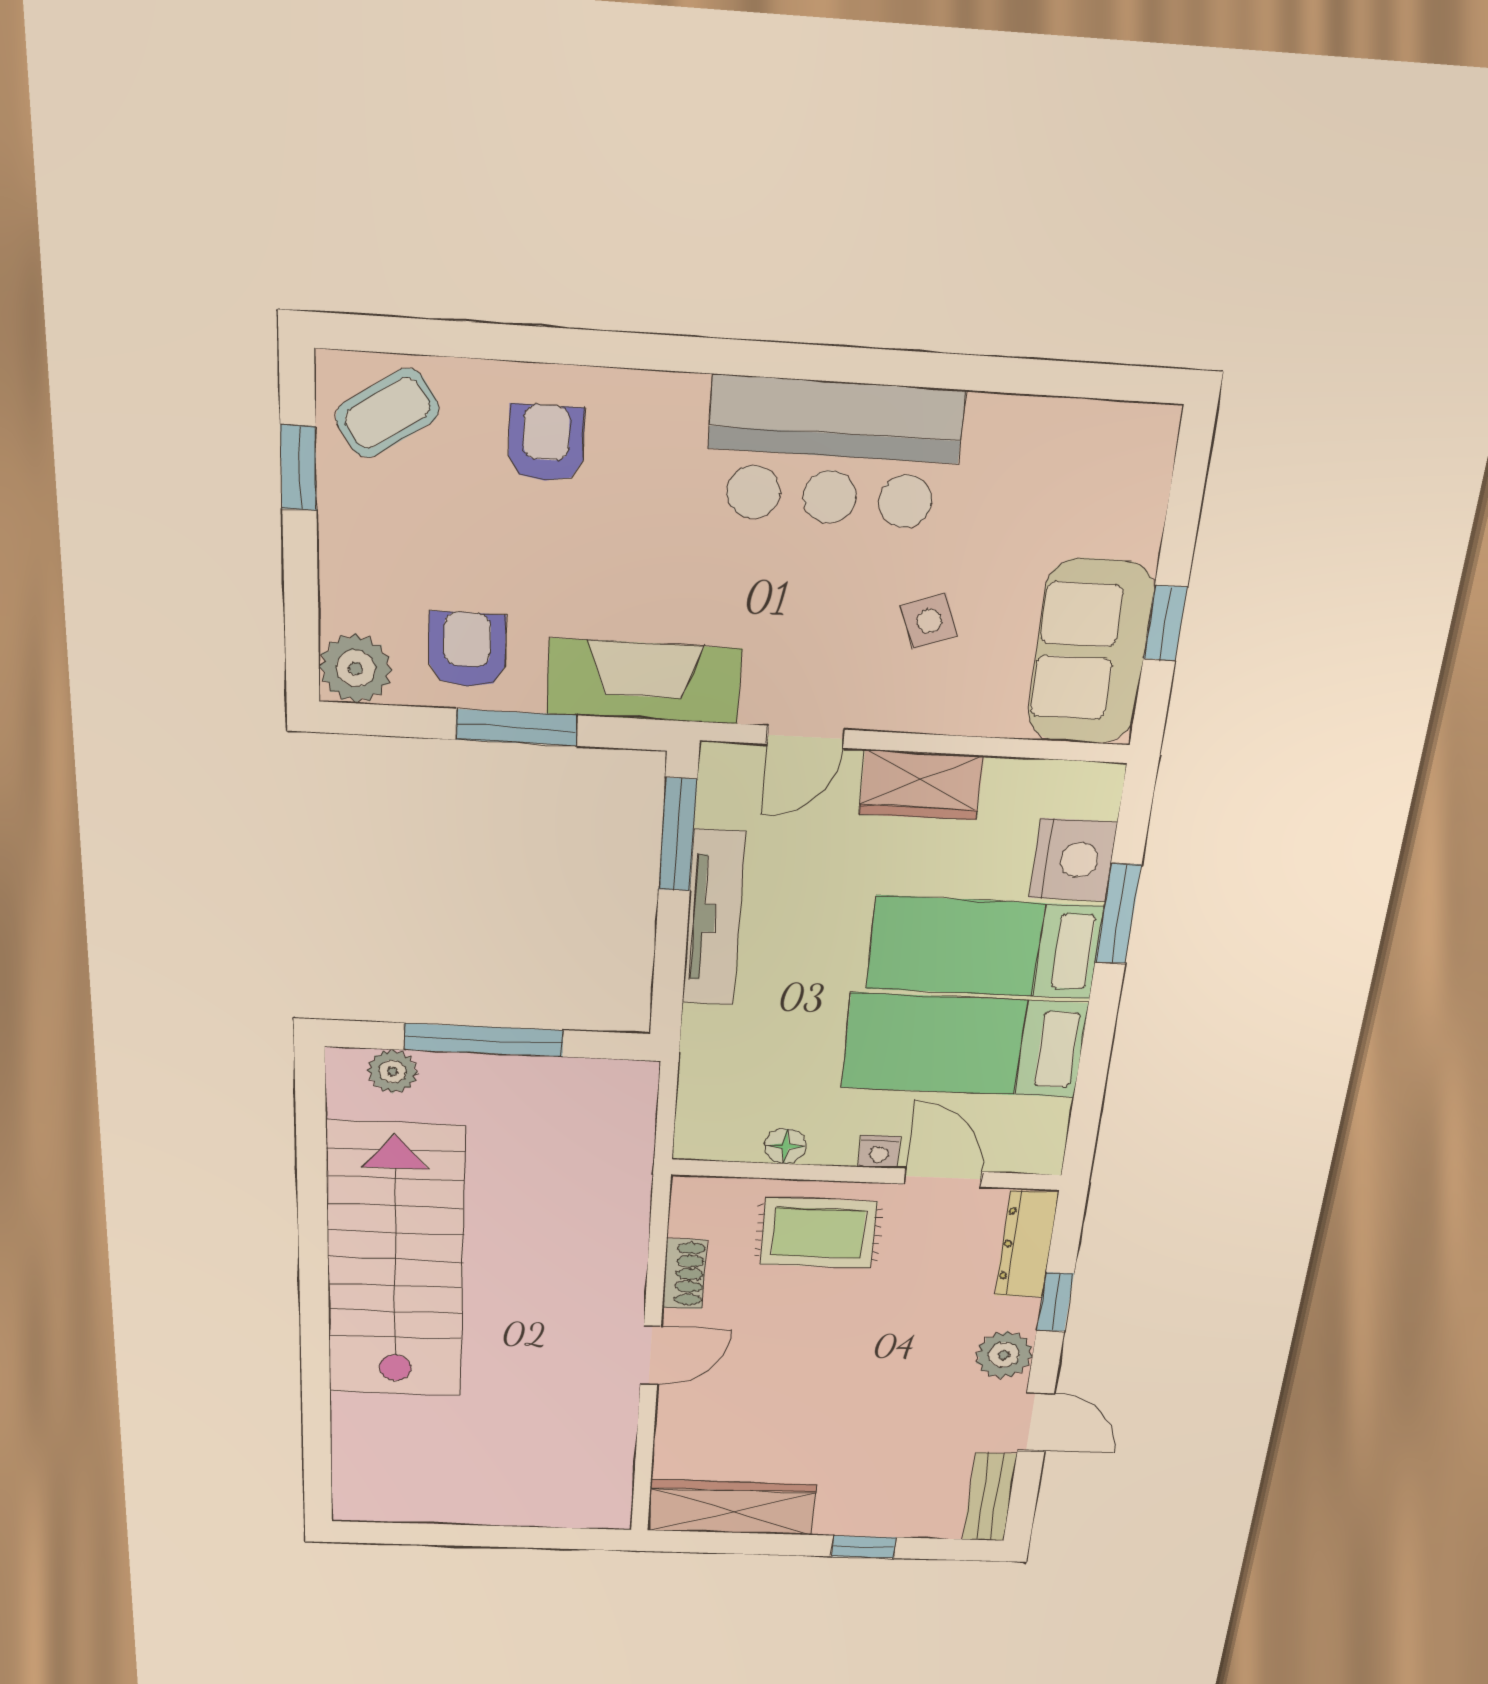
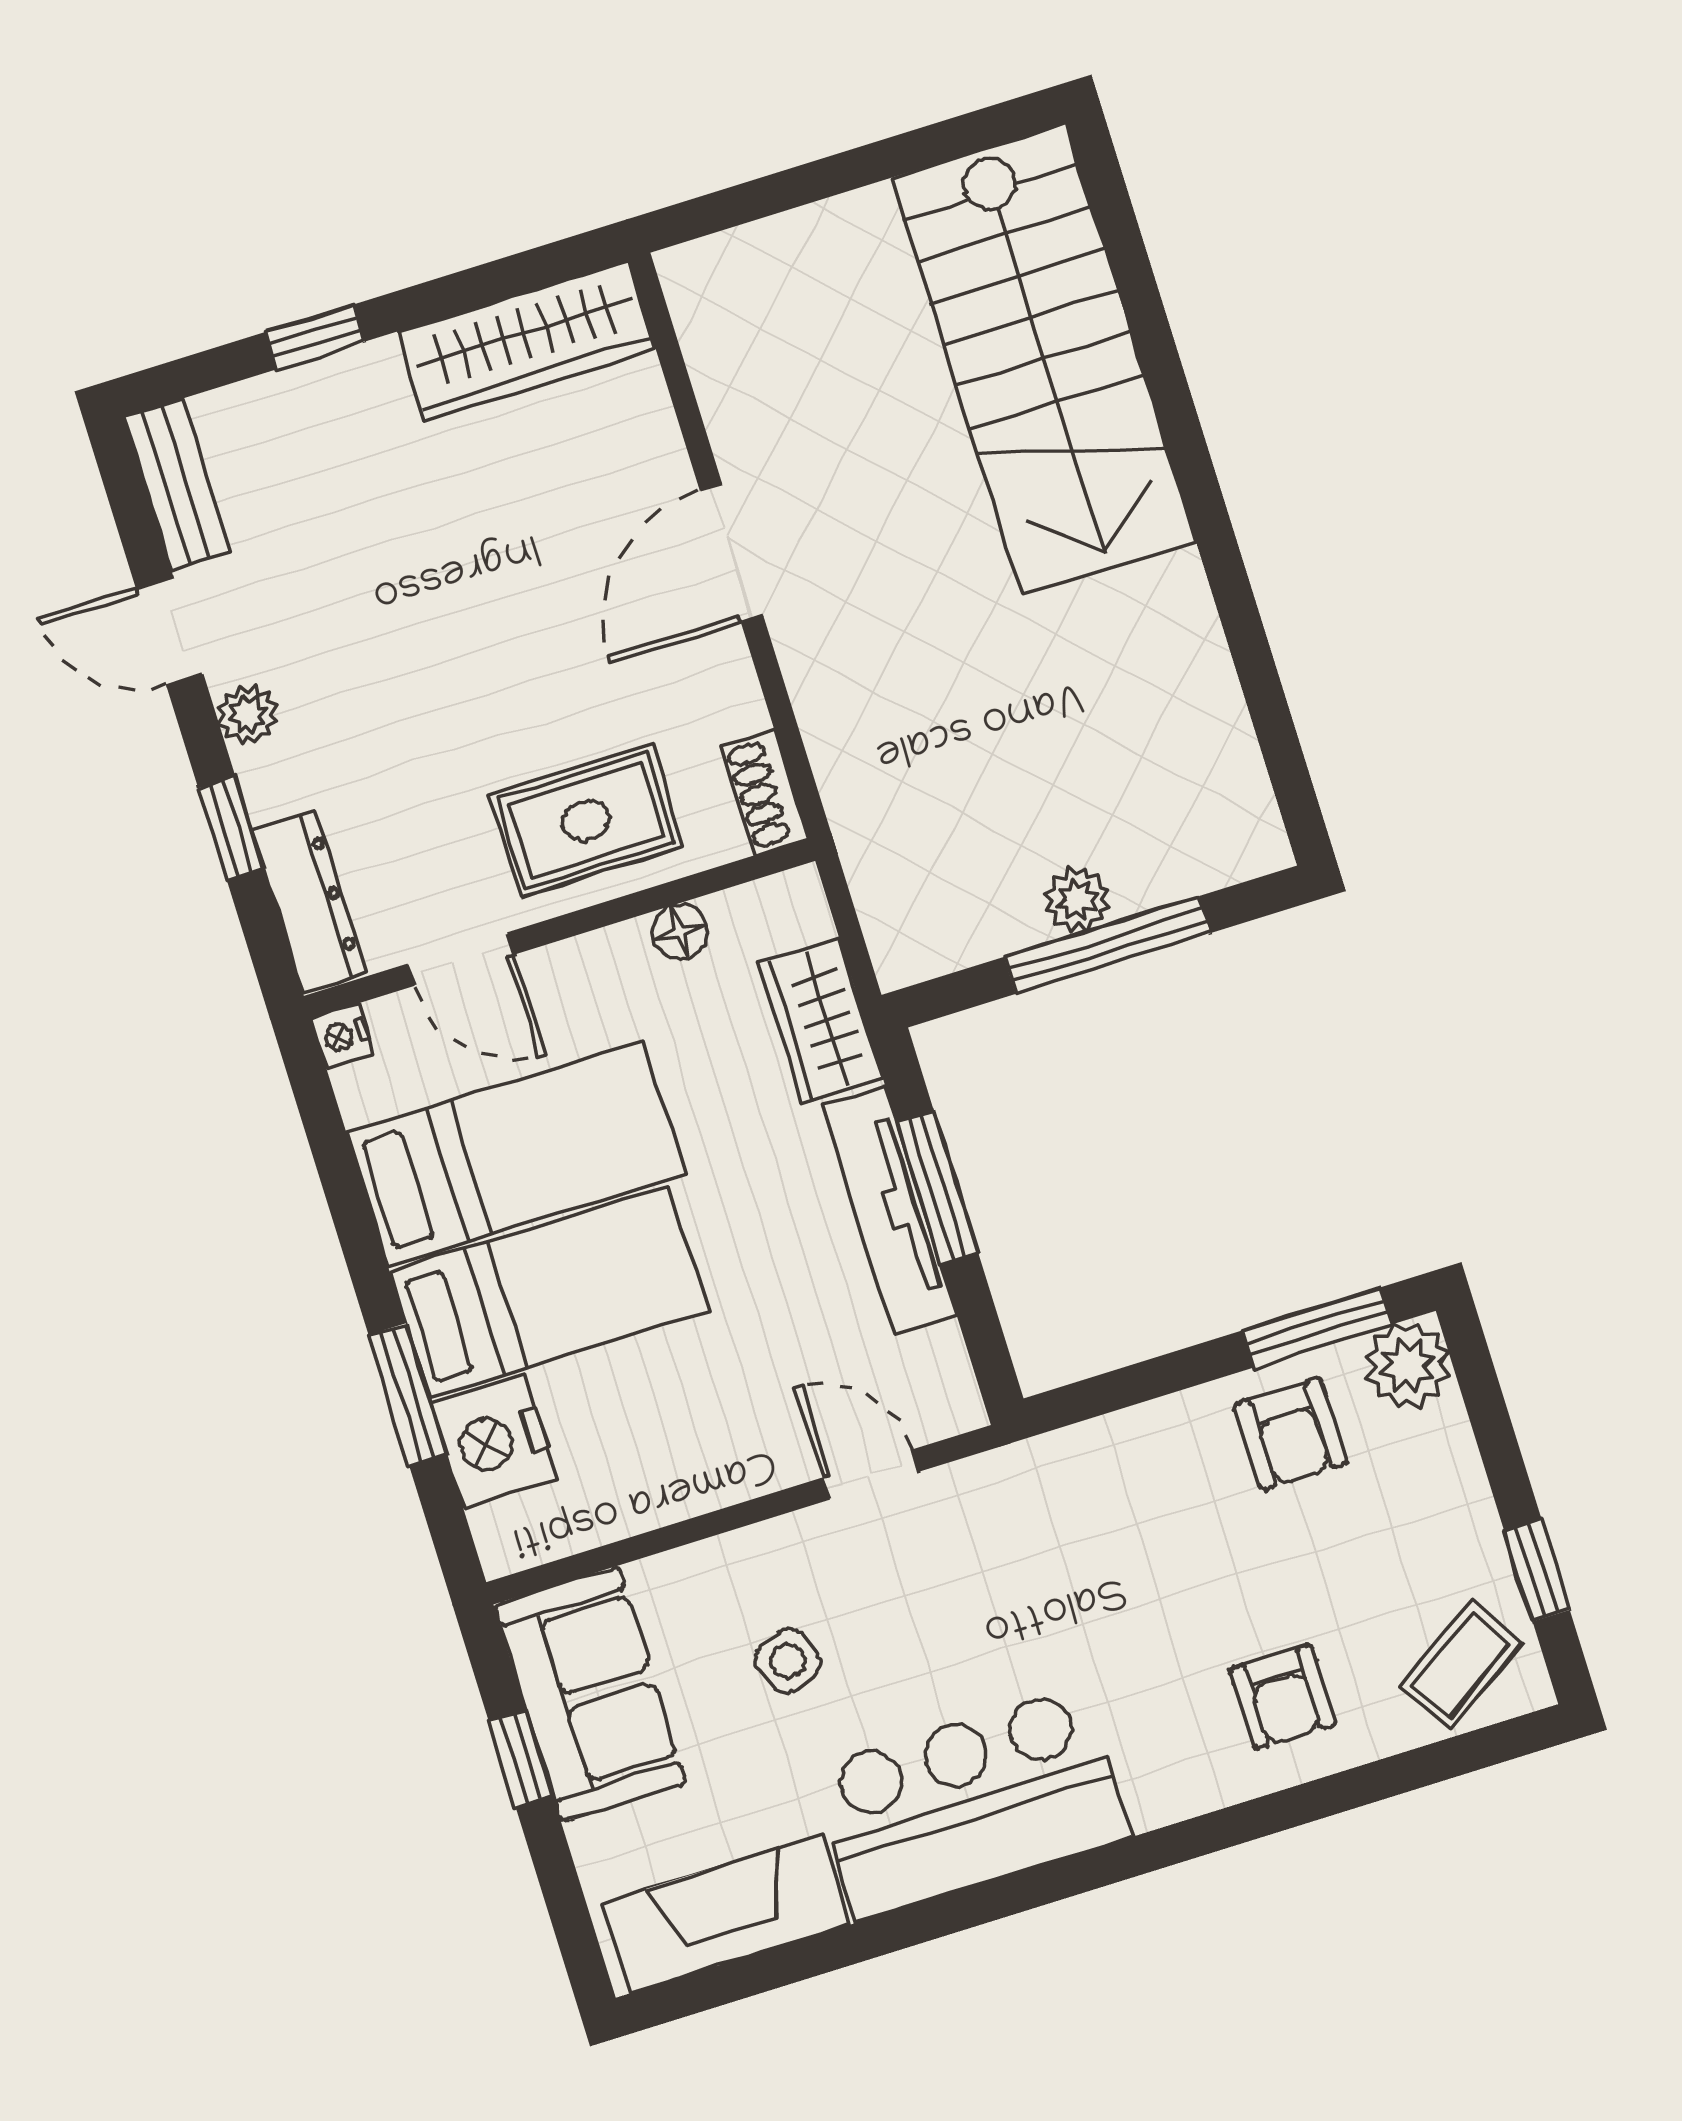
fireplace: (644, 681) -> (726, 1914), moved, turned 180
window: (517, 727) -> (1316, 1328), moved
door: (806, 737) -> (871, 1475), hinge flipped
wardrobe: (921, 785) -> (821, 1022), moved, turned -90
window: (678, 835) -> (937, 1187), moved
plant: (393, 1072) -> (1078, 900), moved
nightstand: (879, 1152) -> (342, 1036), moved, turned -90
stairs: (395, 1262) -> (1044, 359), moved
shoe rack: (684, 1274) -> (765, 793), moved
door: (651, 1355) -> (732, 553), width x1.38
plant: (1004, 1355) -> (248, 715), width x0.73, depth x0.73

